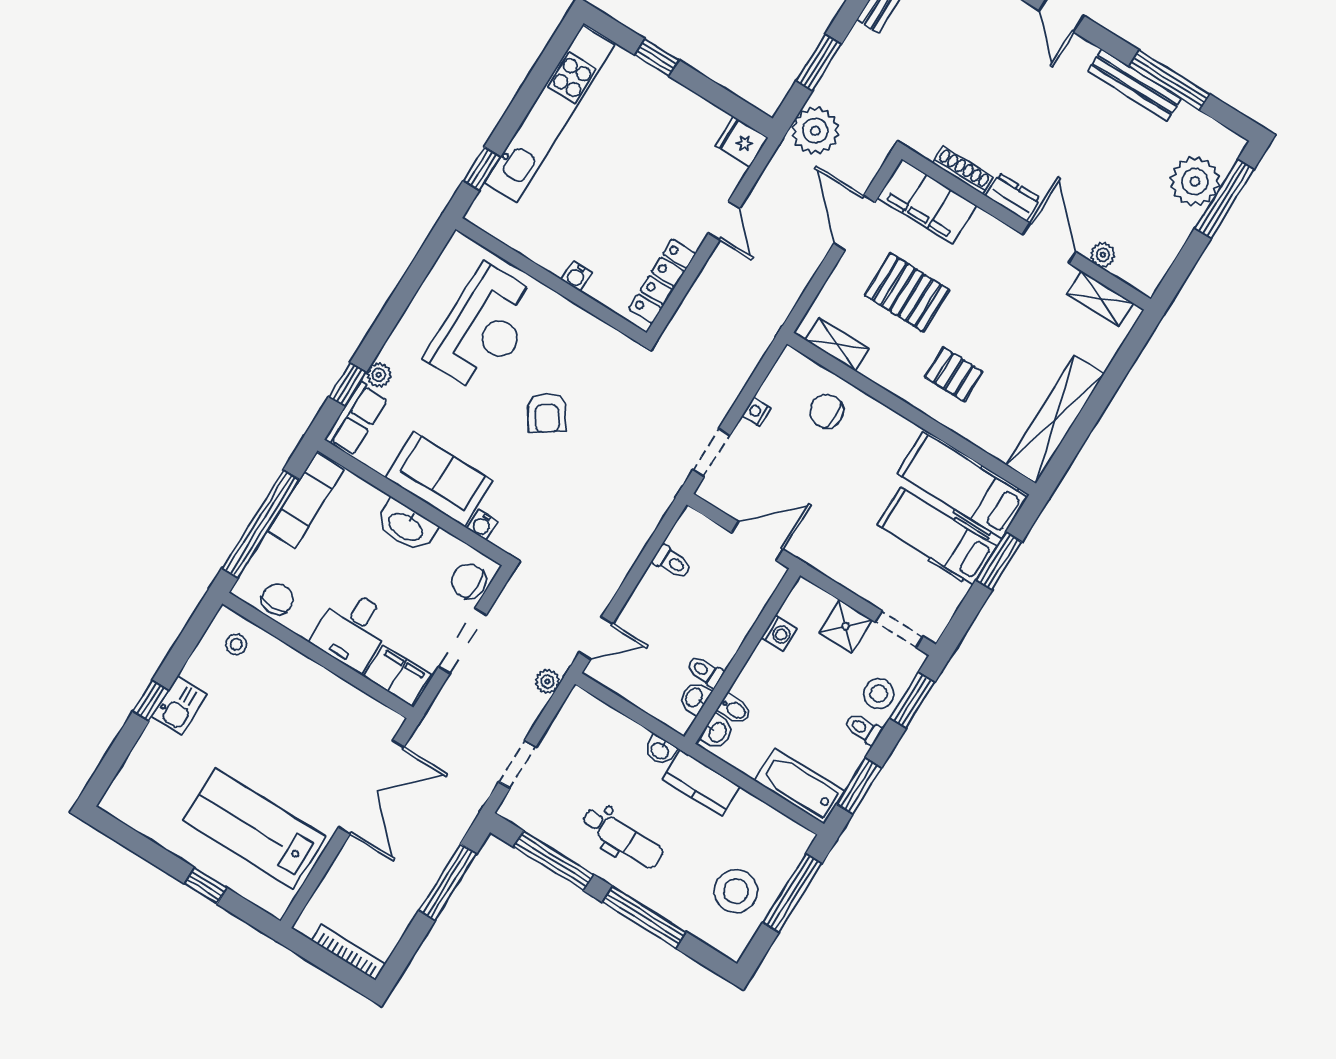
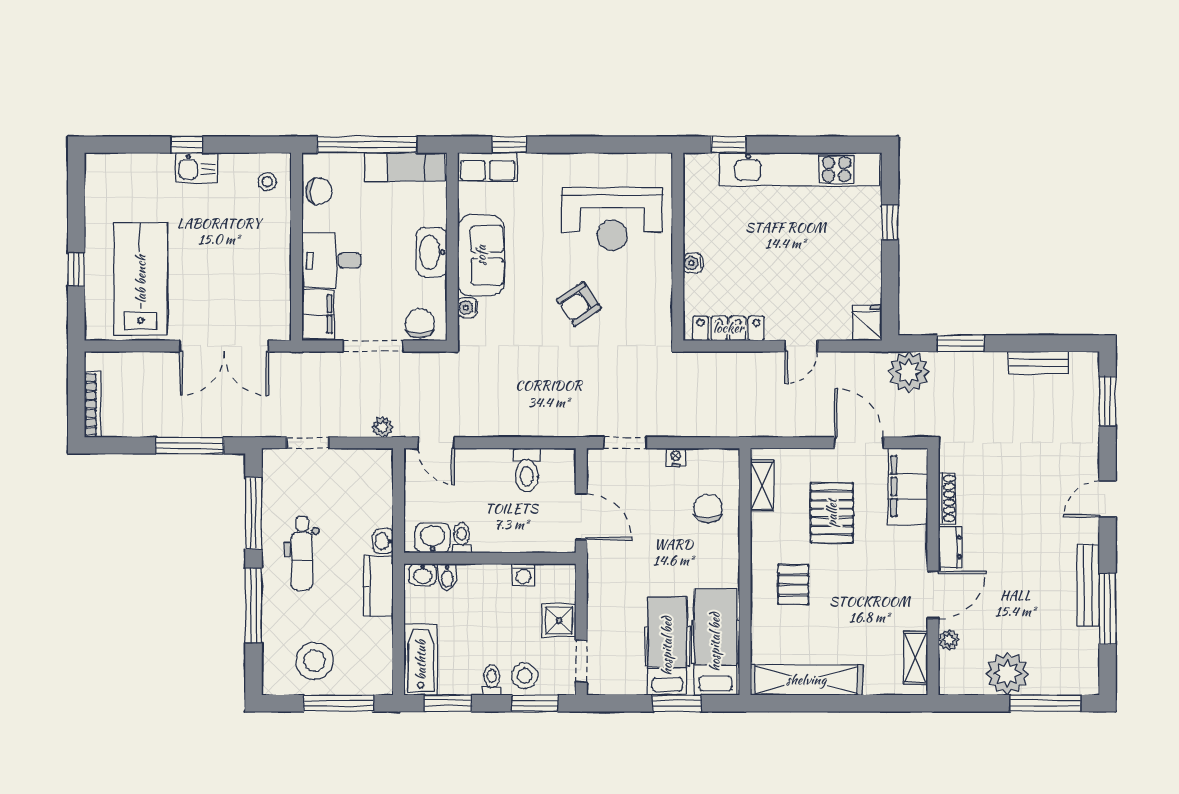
plant: (1195, 181) -> (1007, 674), moved
door: (854, 223) -> (859, 443), hinge flipped
plant: (379, 375) -> (530, 163), removed
toilet: (672, 562) -> (527, 470), width x1.37, depth x1.39
washbasin: (695, 698) -> (432, 538), width x1.38, depth x1.45

